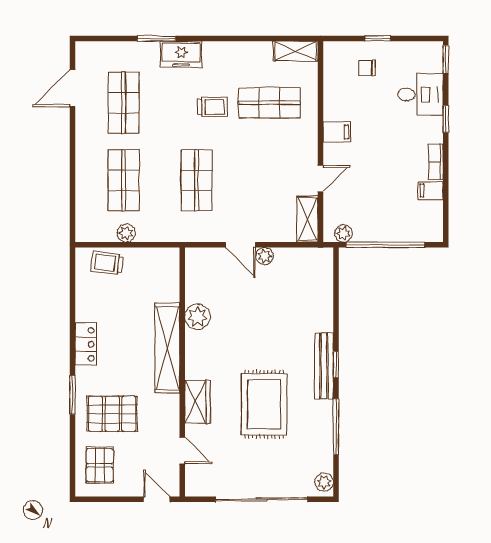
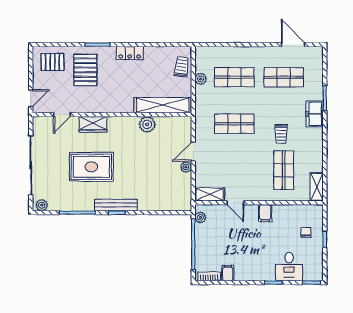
bookcase: (436, 162) -> (209, 276), moved
shelving: (167, 348) -> (163, 105), moved

